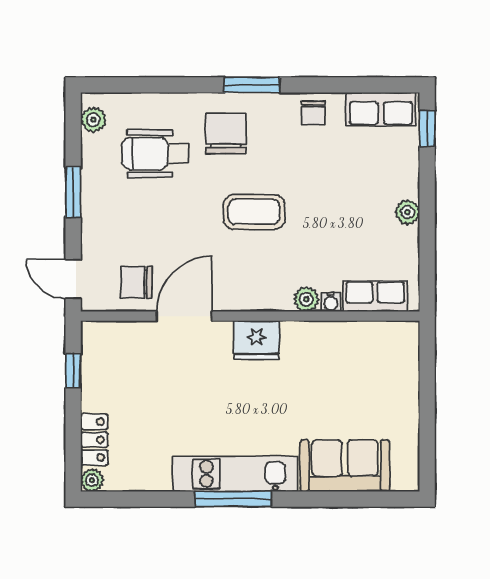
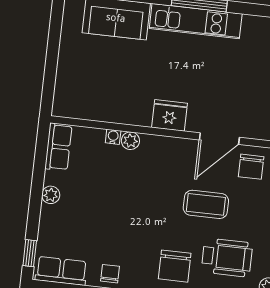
coffee table: (254, 212) -> (206, 204), moved
chair: (136, 282) -> (251, 167), turned 90
row of seats: (375, 296) -> (58, 147), moved, turned -90

